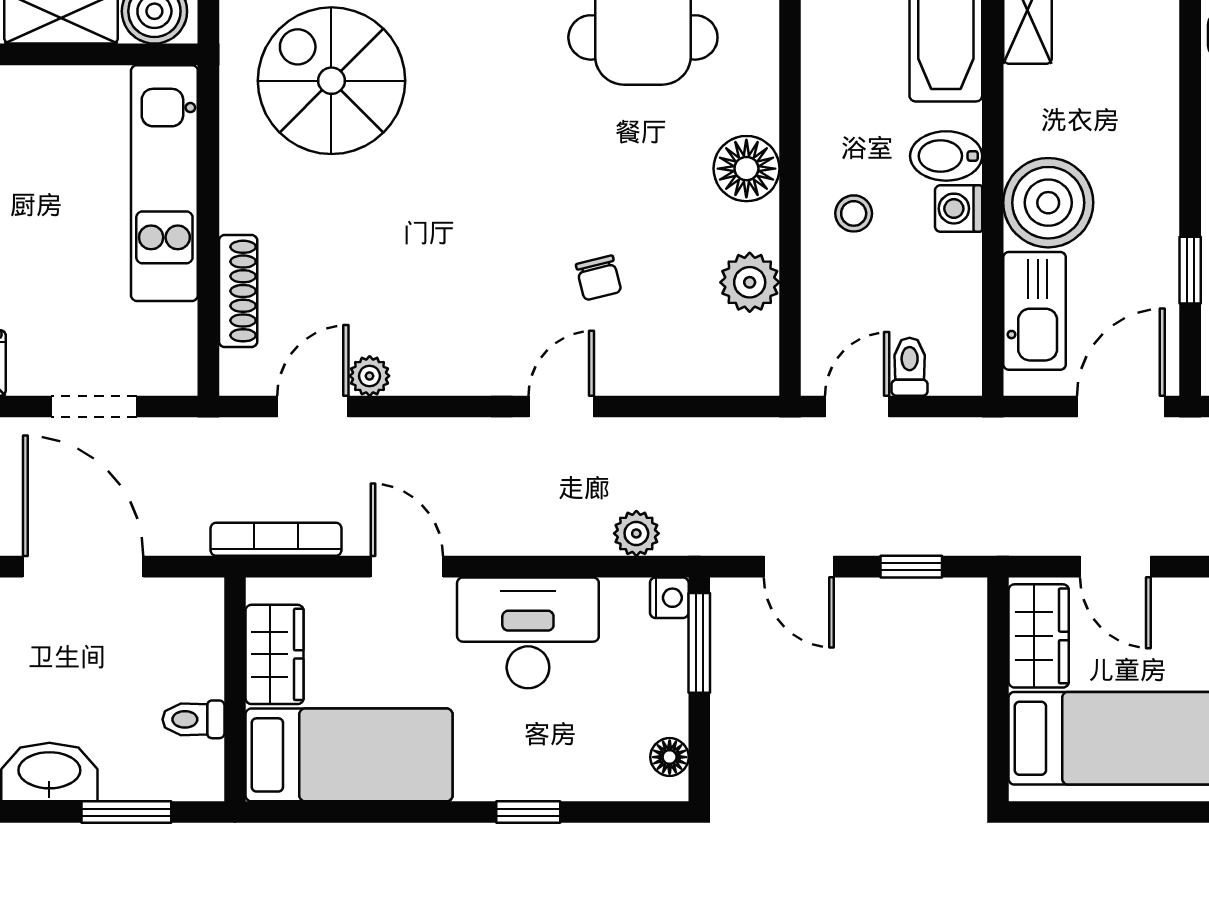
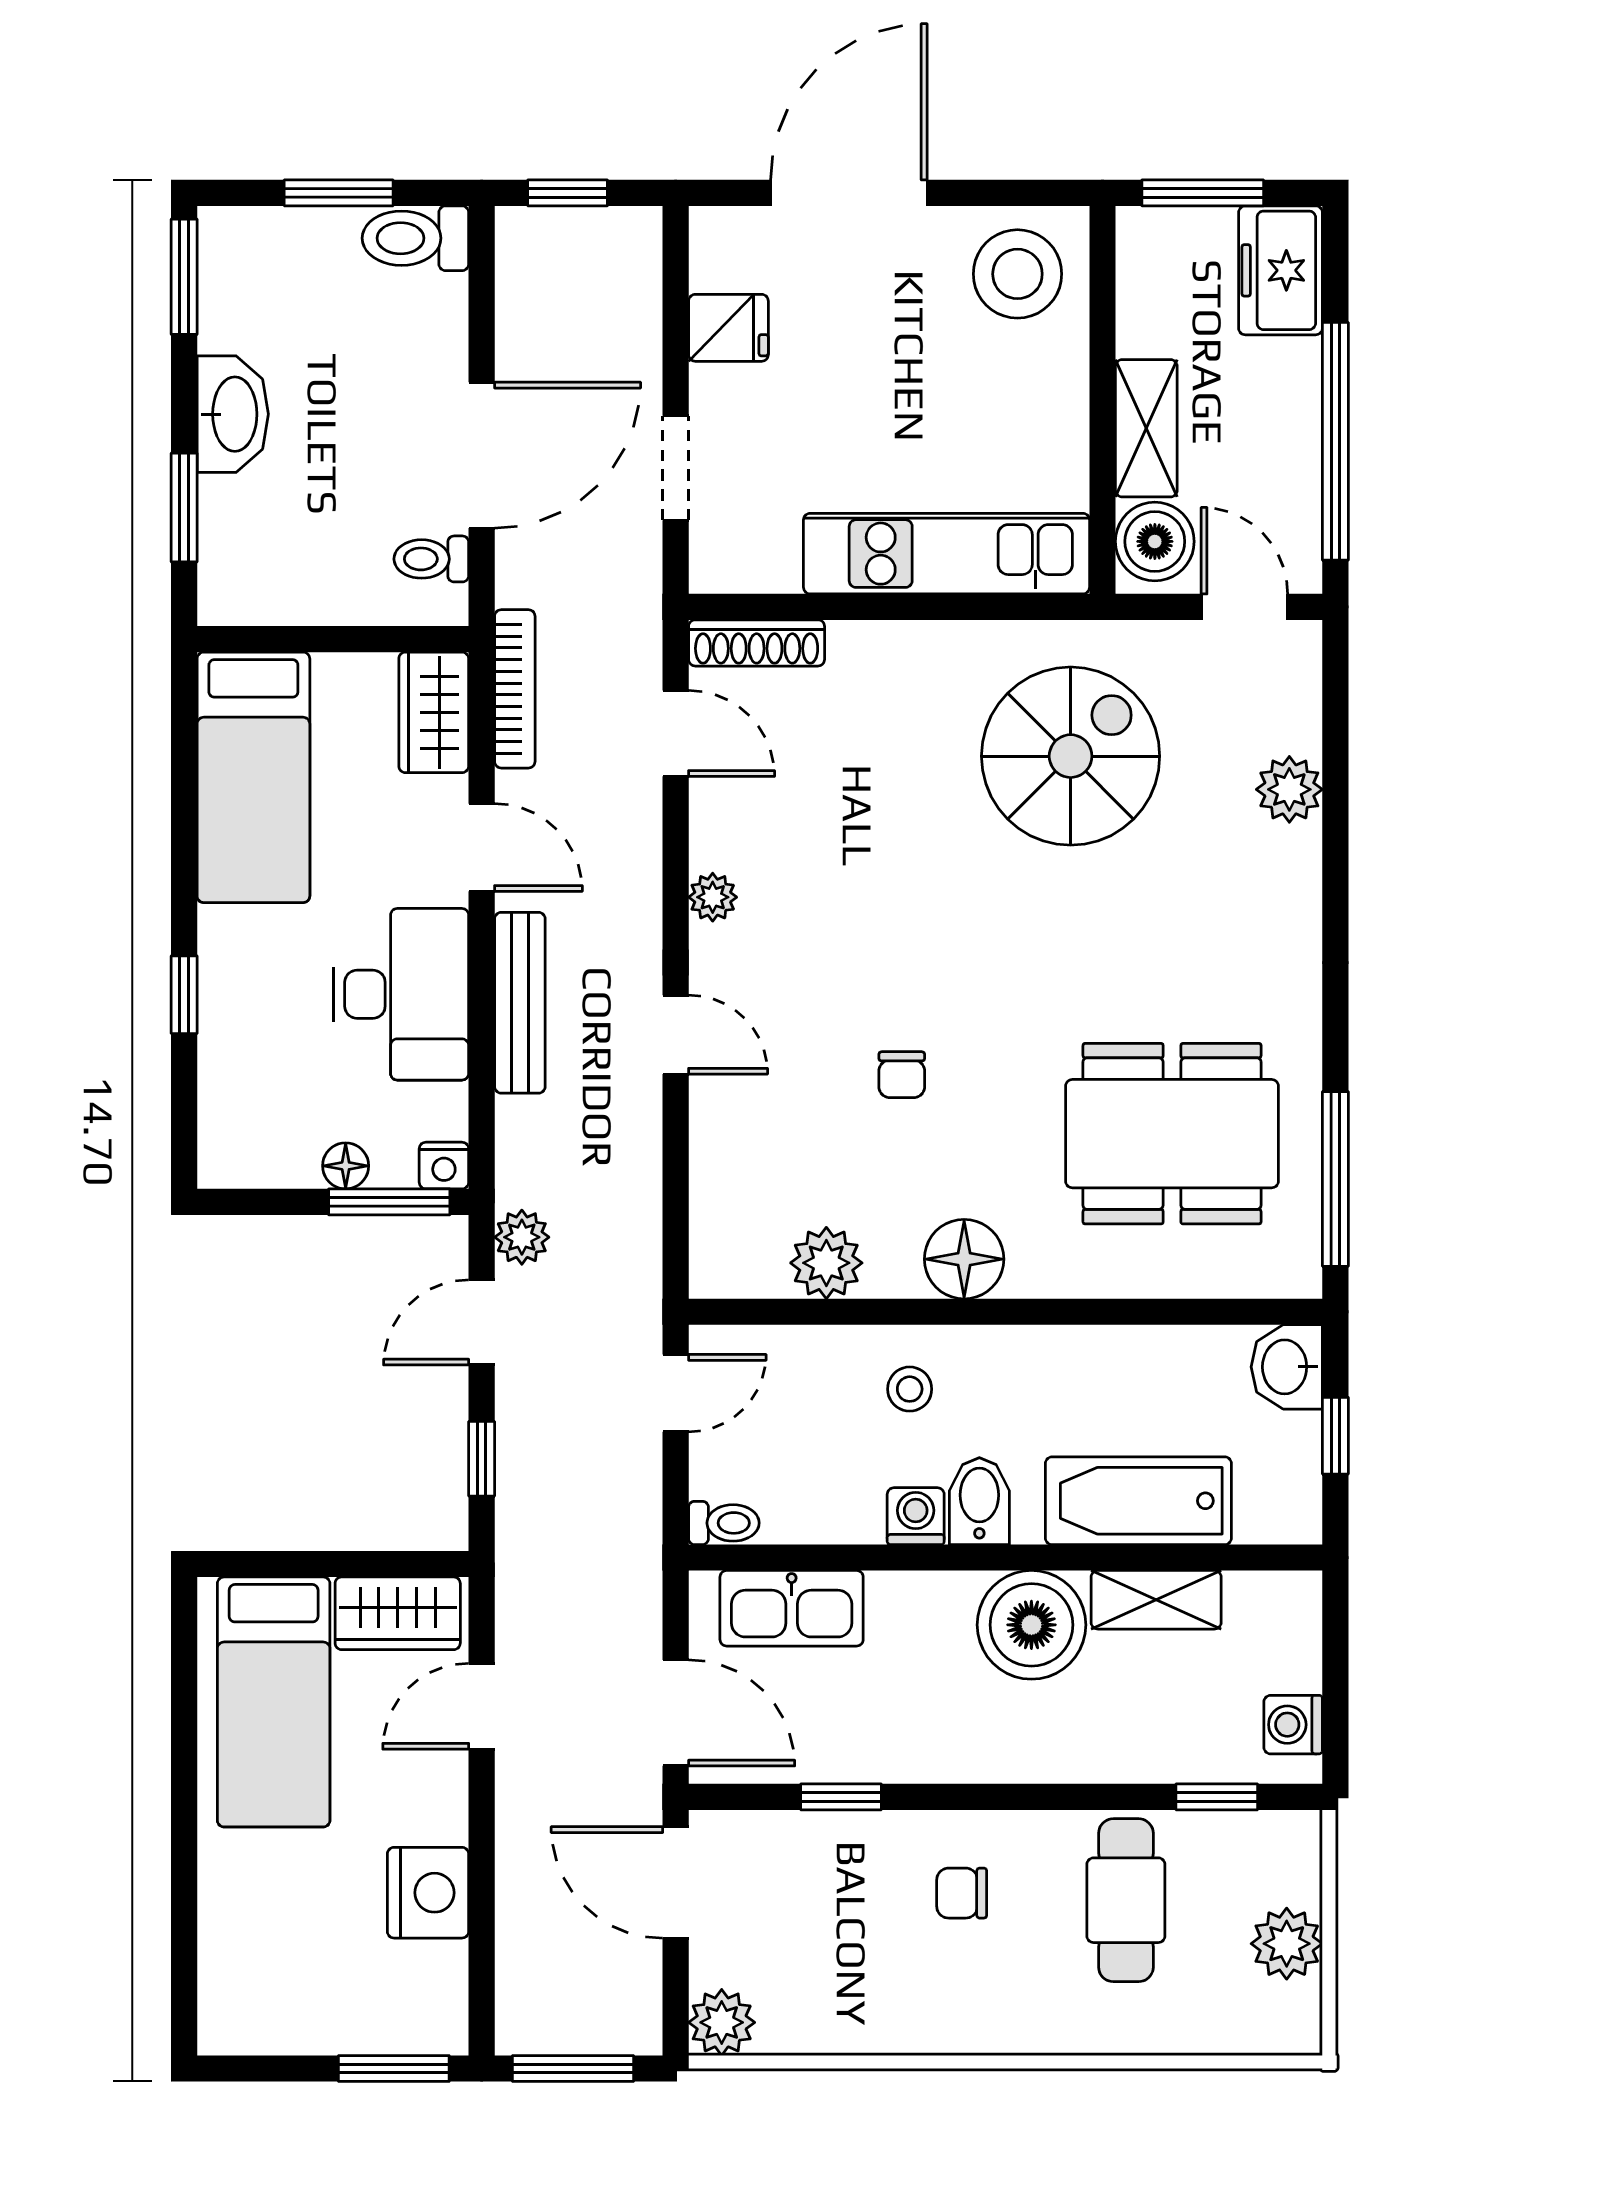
boiler: (1048, 203) -> (1031, 1625), moved
chair: (599, 278) -> (902, 1075), moved, turned -76
shoe rack: (238, 291) -> (757, 643), moved
toilet: (910, 367) -> (724, 1523), moved
plant: (370, 376) -> (713, 897), moved
door: (857, 407) -> (676, 1393), hinge flipped
plant: (636, 533) -> (522, 1237), moved
bench: (535, 535) -> (520, 1003), added
door: (407, 567) -> (482, 847), hinge flipped
wardrobe: (275, 654) -> (434, 712), moved, turned 90
toilet: (194, 719) -> (431, 559), moved, turned -90
floor lamp: (670, 757) -> (346, 1166), moved

